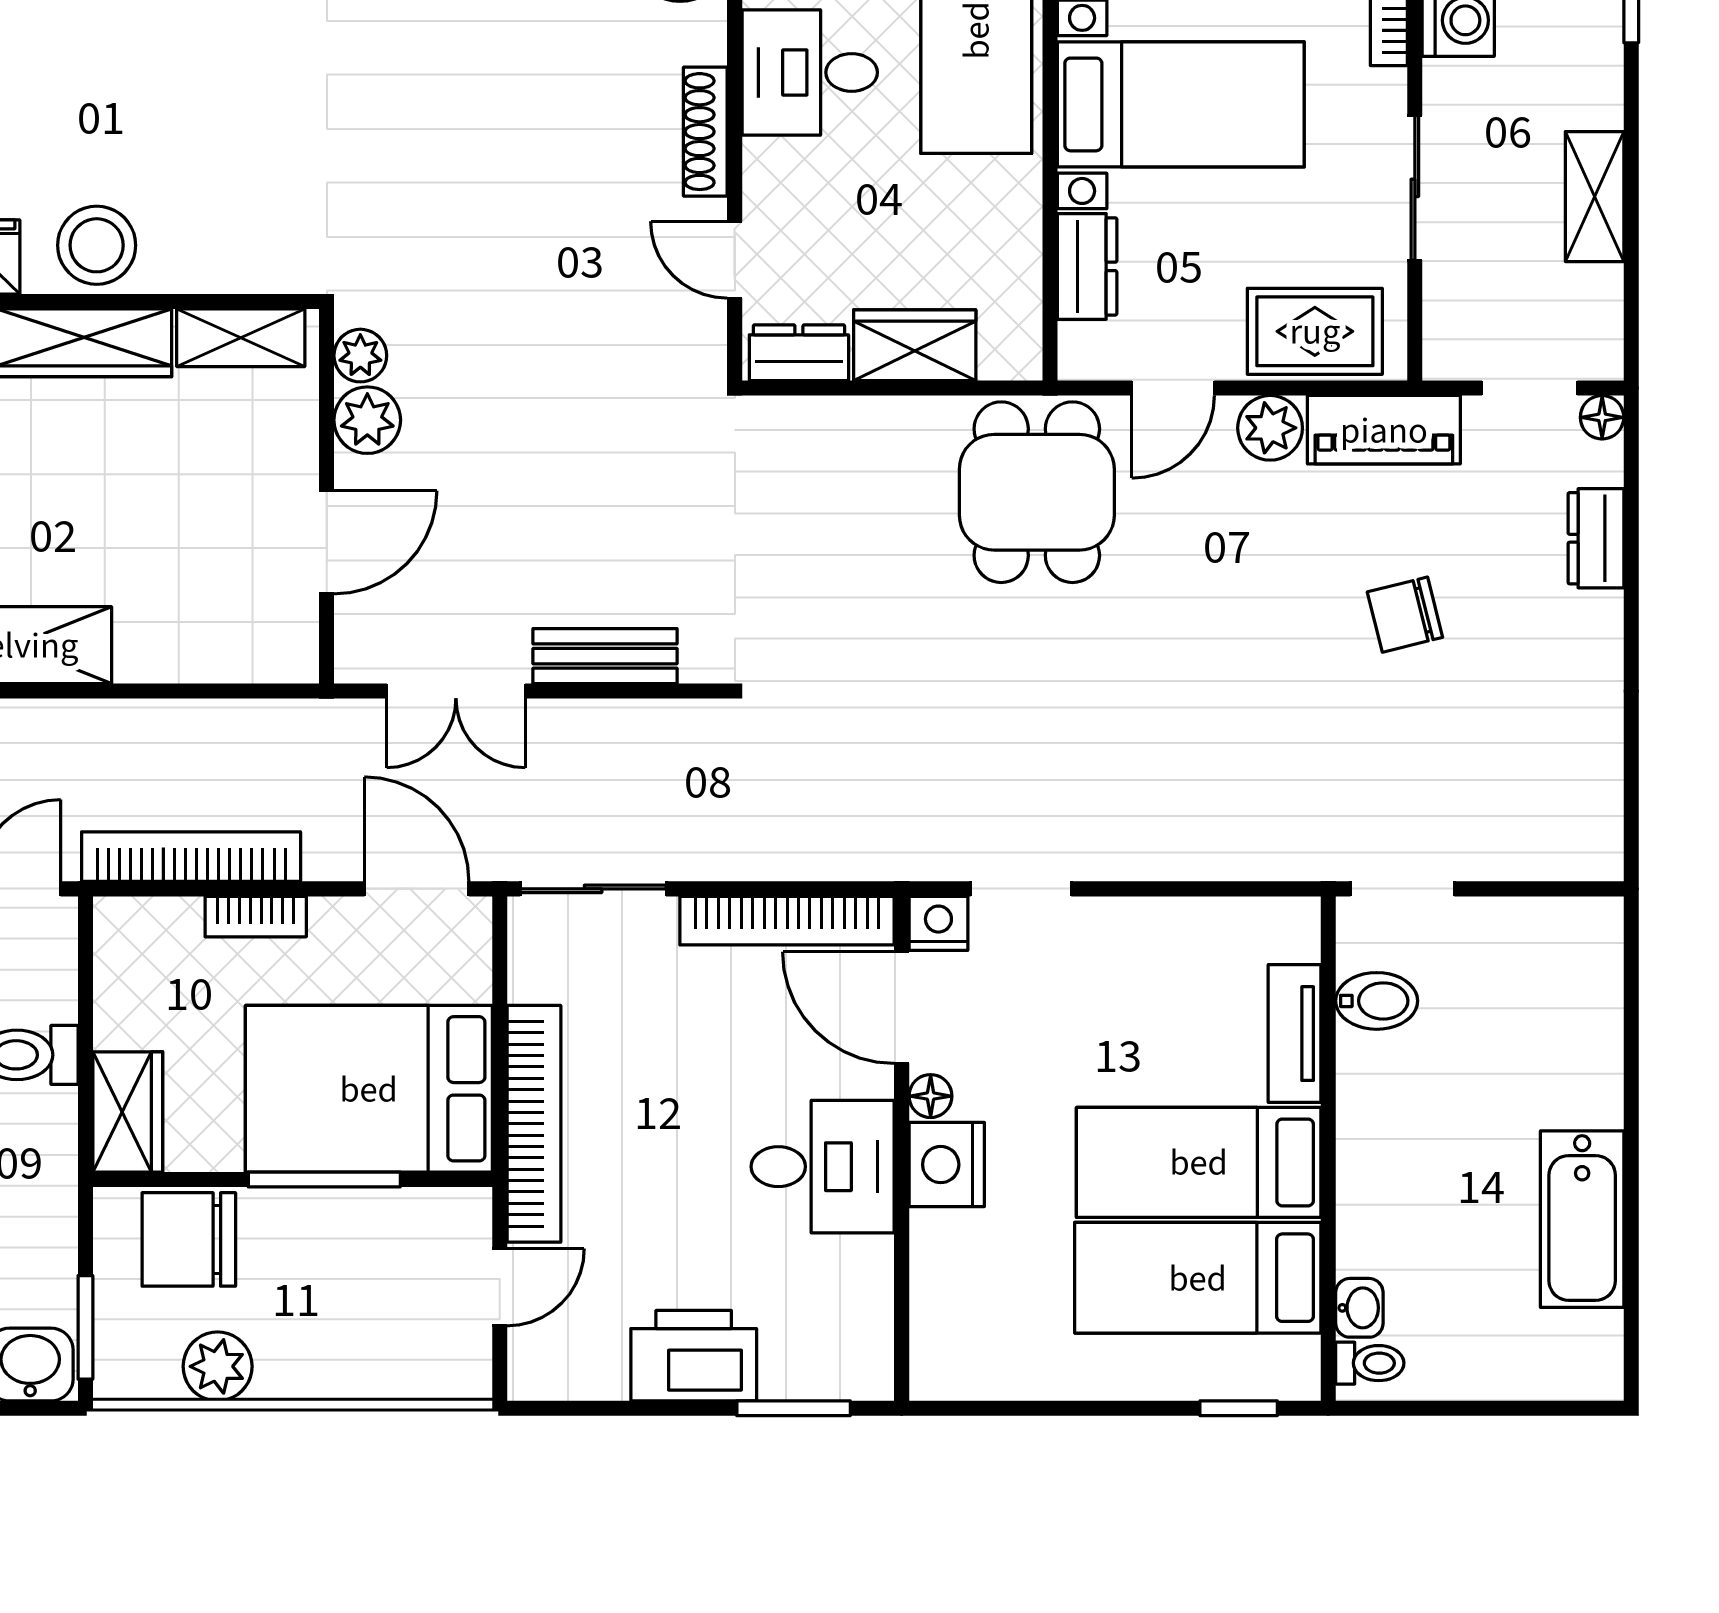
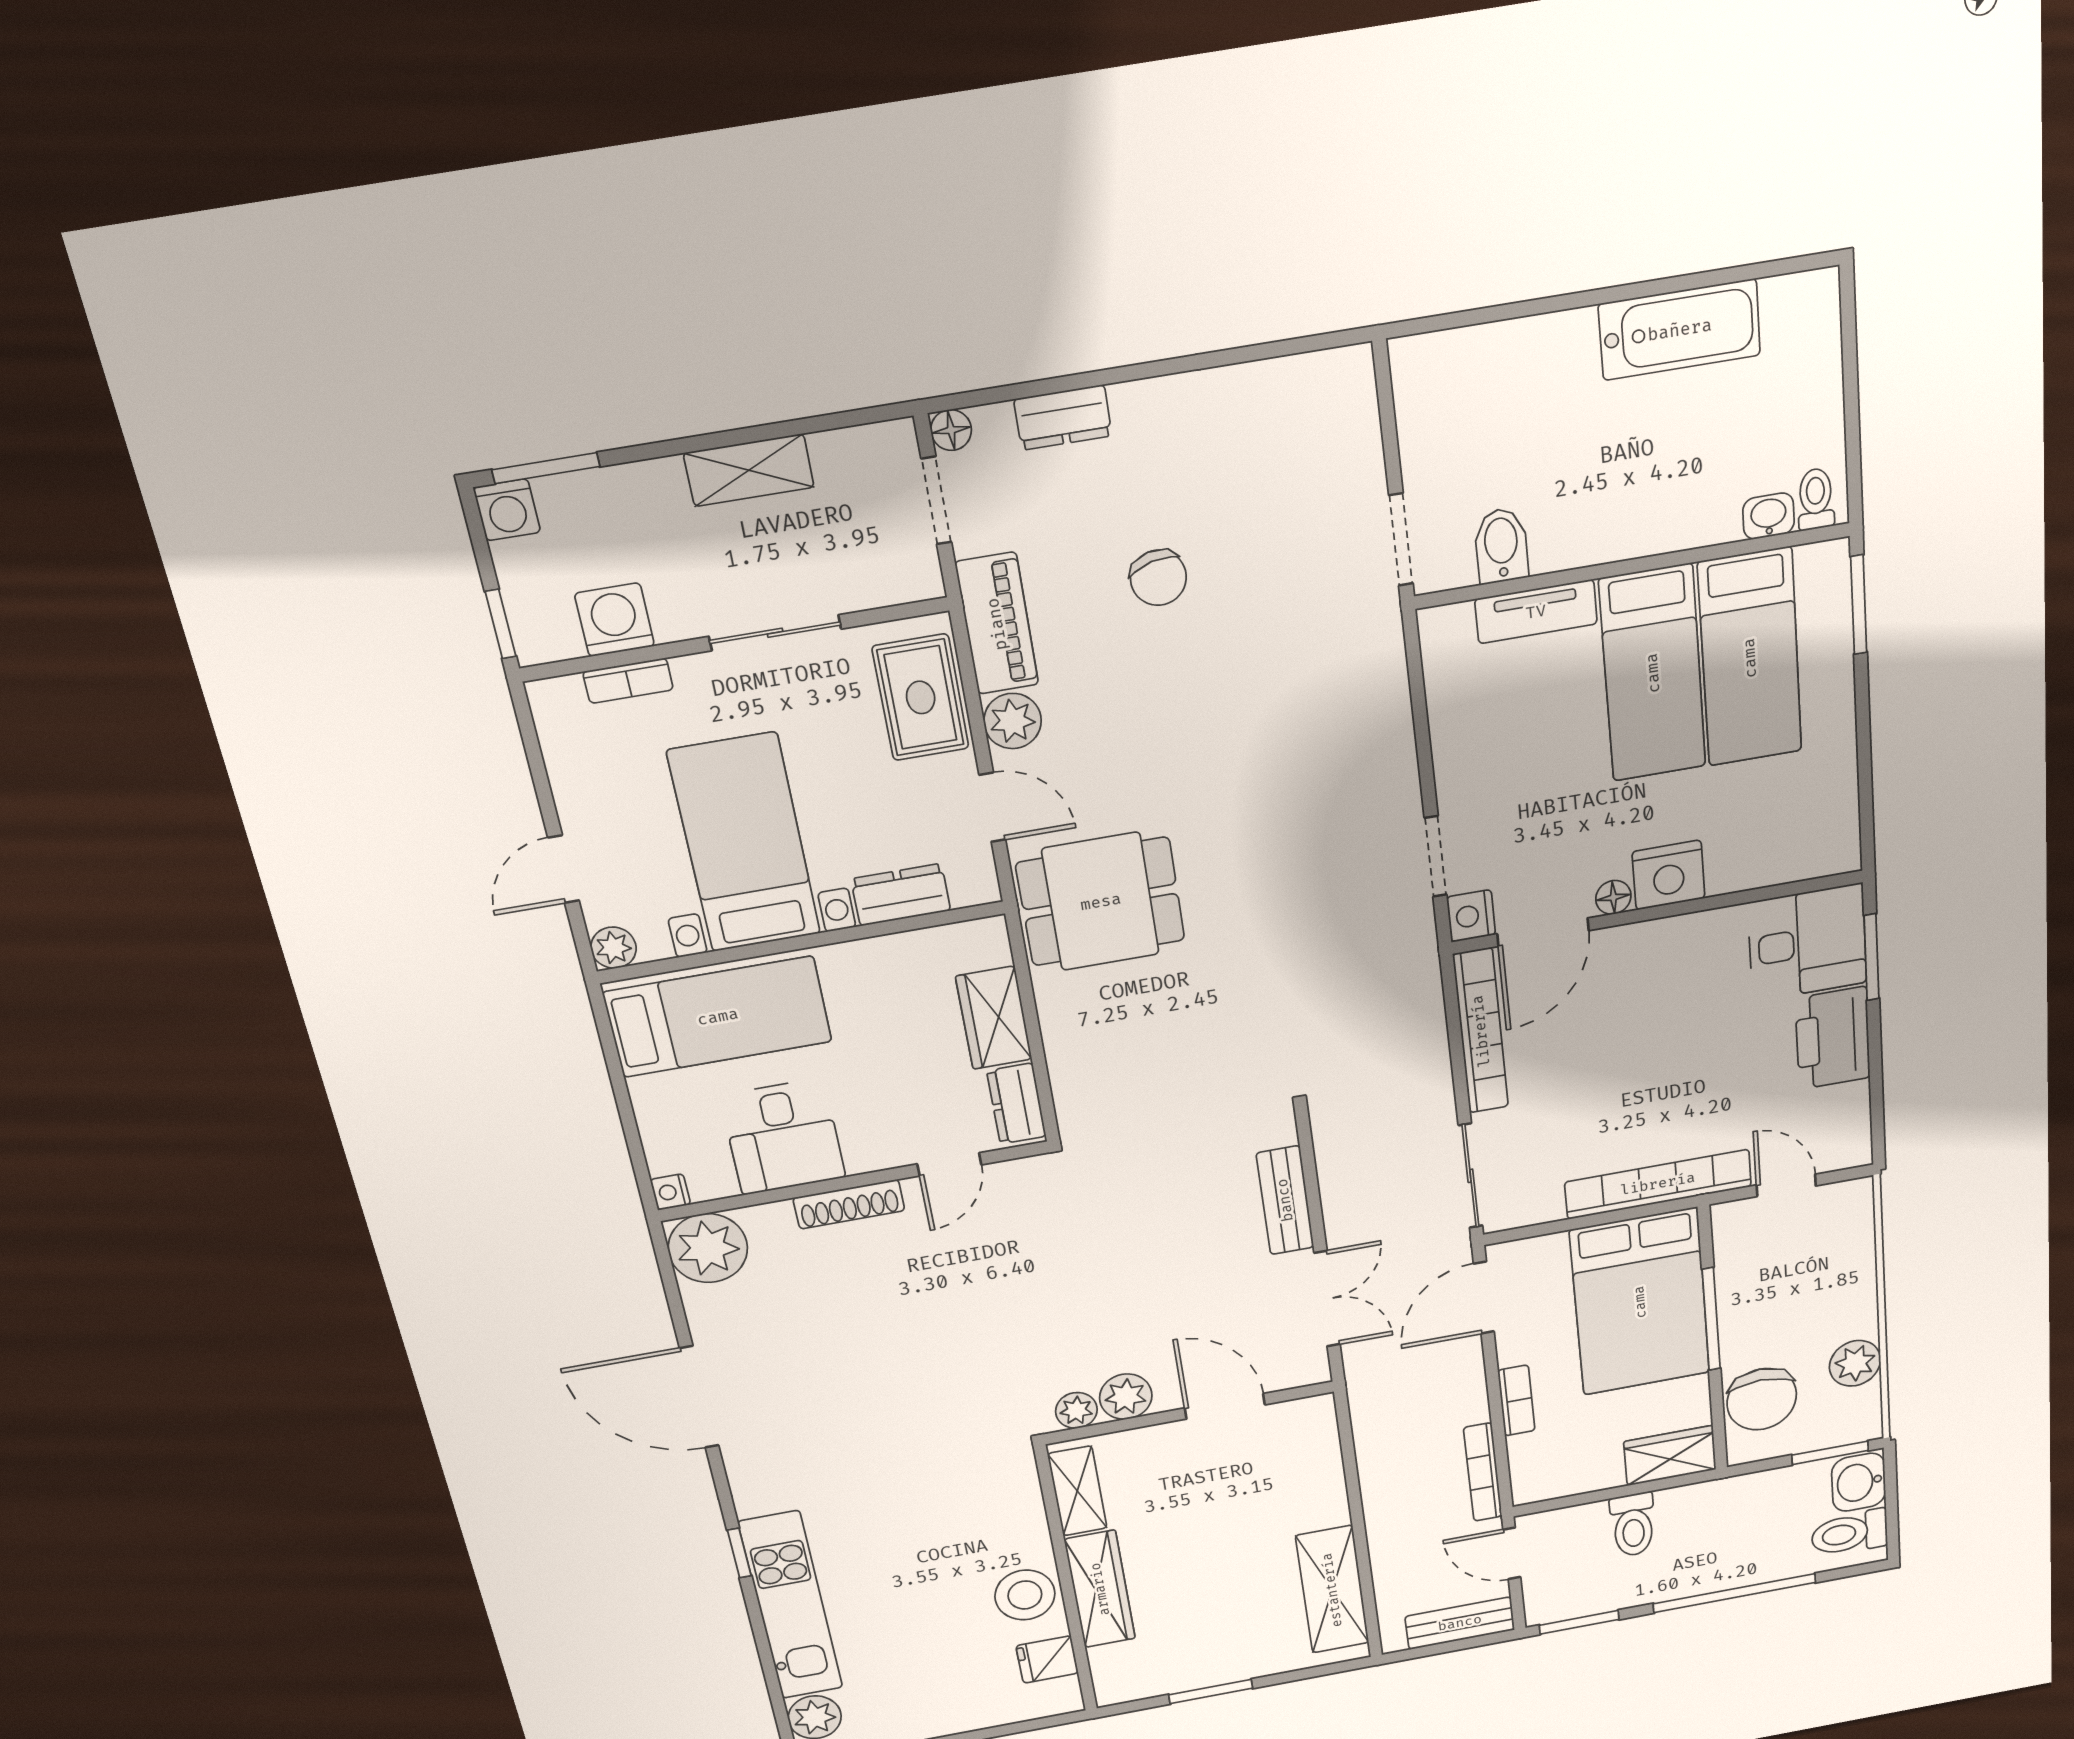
bookcase: (191, 857) -> (1483, 1472), width x0.68, depth x0.76
desk: (823, 1167) -> (1807, 943), moved, turned 90
window: (1239, 1408) -> (1859, 605), width x1.50

